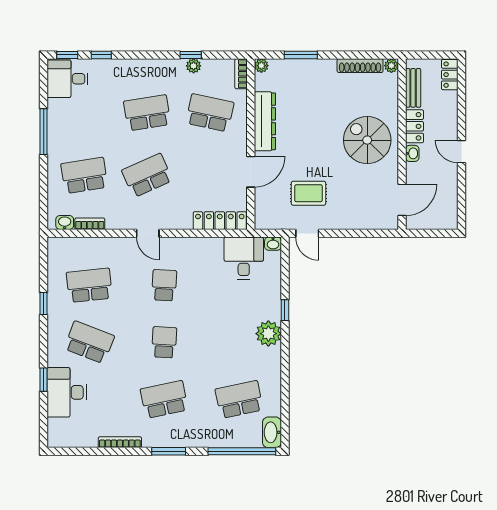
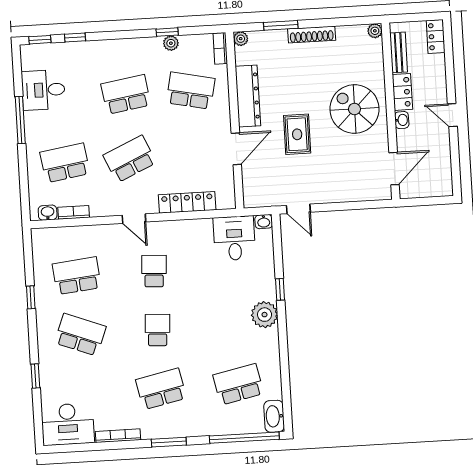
shoe rack: (360, 66) -> (312, 35), moved
desk: (68, 79) -> (43, 90), moved
rug: (308, 193) -> (297, 134), moved, turned 90
locker: (220, 221) -> (187, 202), moved
desk: (67, 392) -> (68, 424), moved, turned -90

